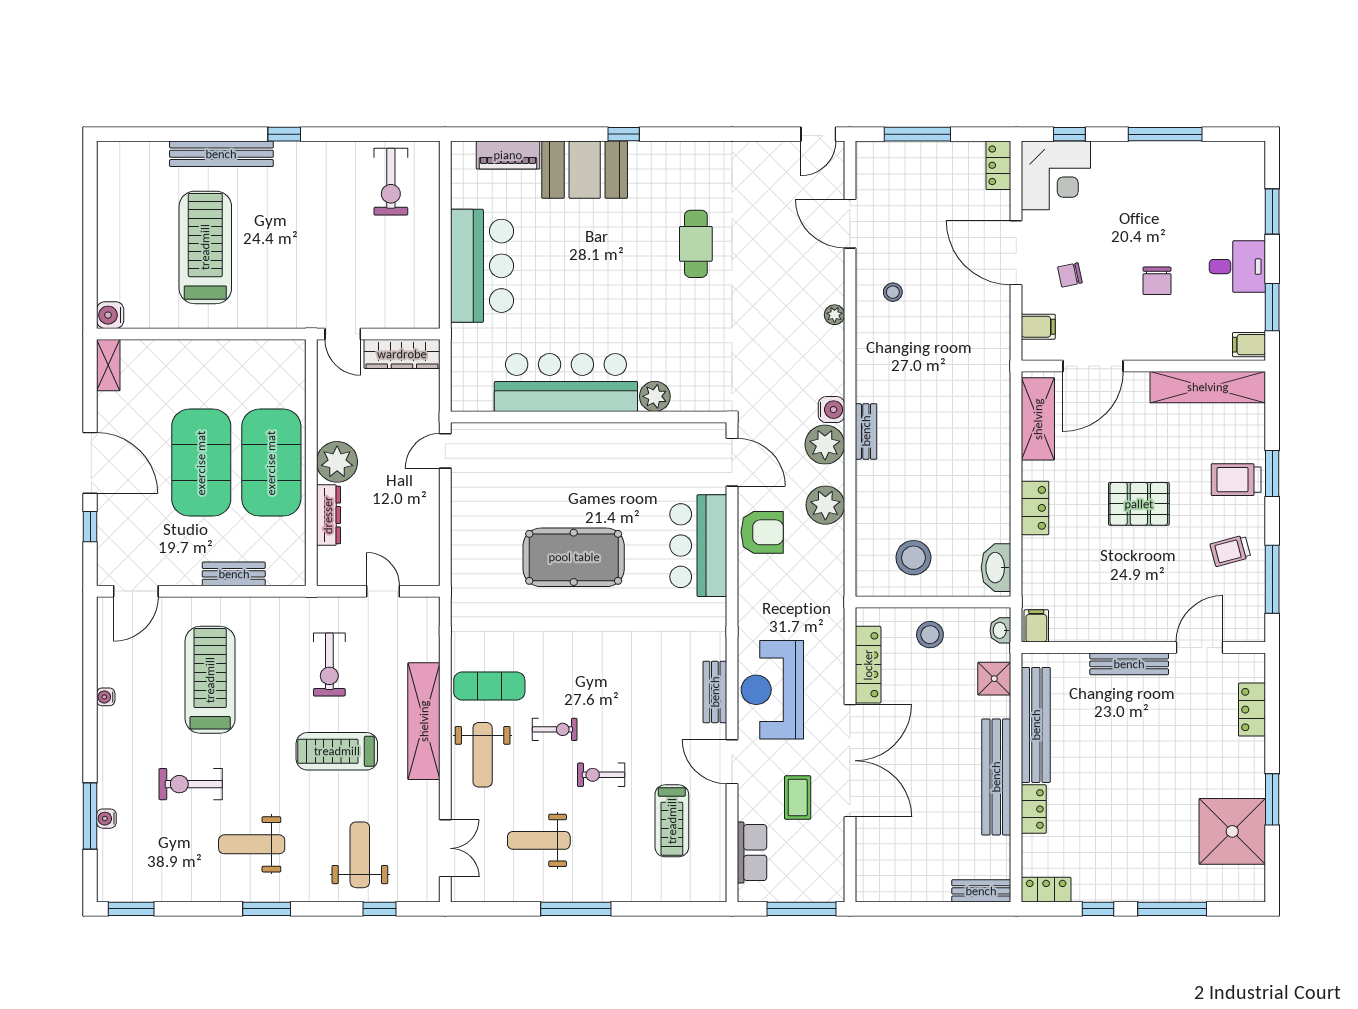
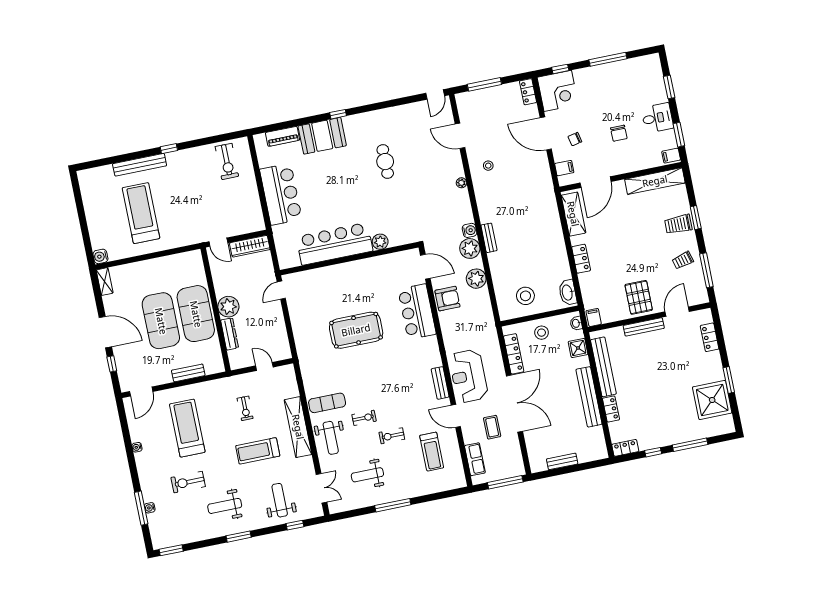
pallet: (1139, 504) -> (639, 297), moved, turned 90
exercise bike: (329, 664) -> (245, 408), width x0.73, depth x0.72
bench: (981, 891) -> (562, 461), moved

